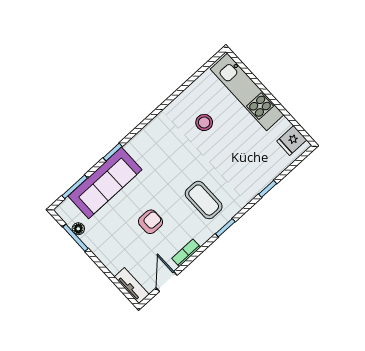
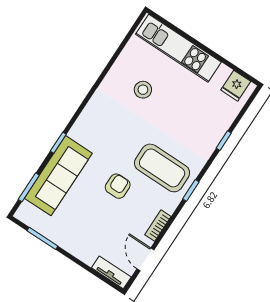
coffee table: (204, 200) -> (162, 168), width x1.36, depth x1.32
armchair: (151, 222) -> (118, 186), moved
floor lamp: (78, 229) -> (43, 229), removed

